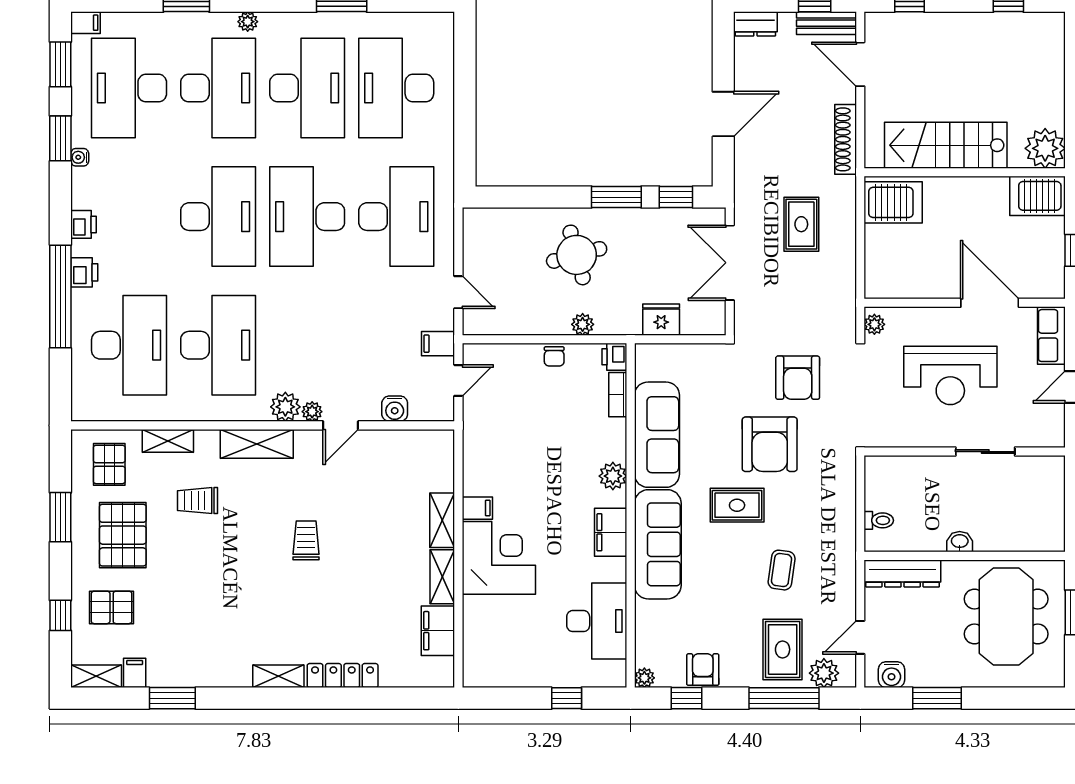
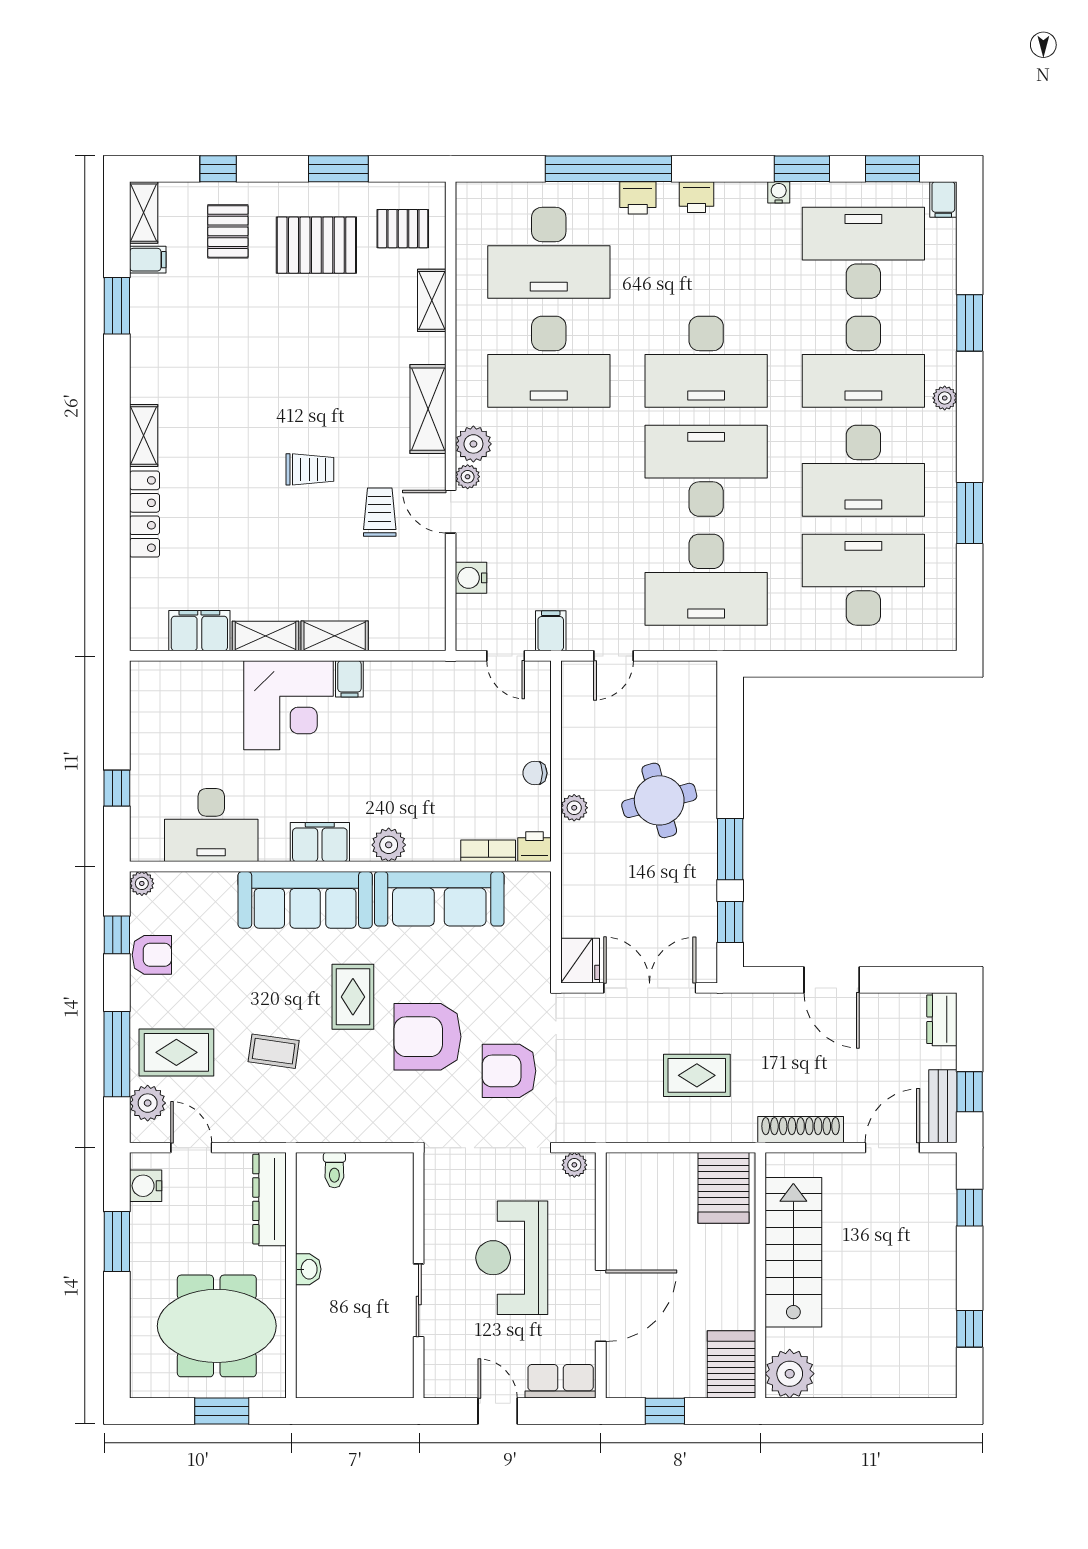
fridge: (661, 320) -> (580, 961), moved
trolley: (197, 501) -> (380, 512), moved

